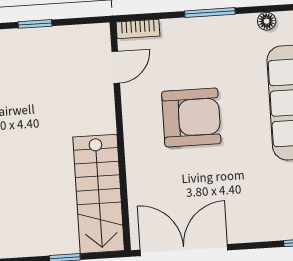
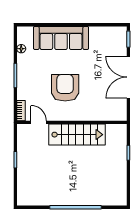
stairs: (99, 194) -> (77, 135), moved
double door: (184, 250) -> (128, 77), moved

